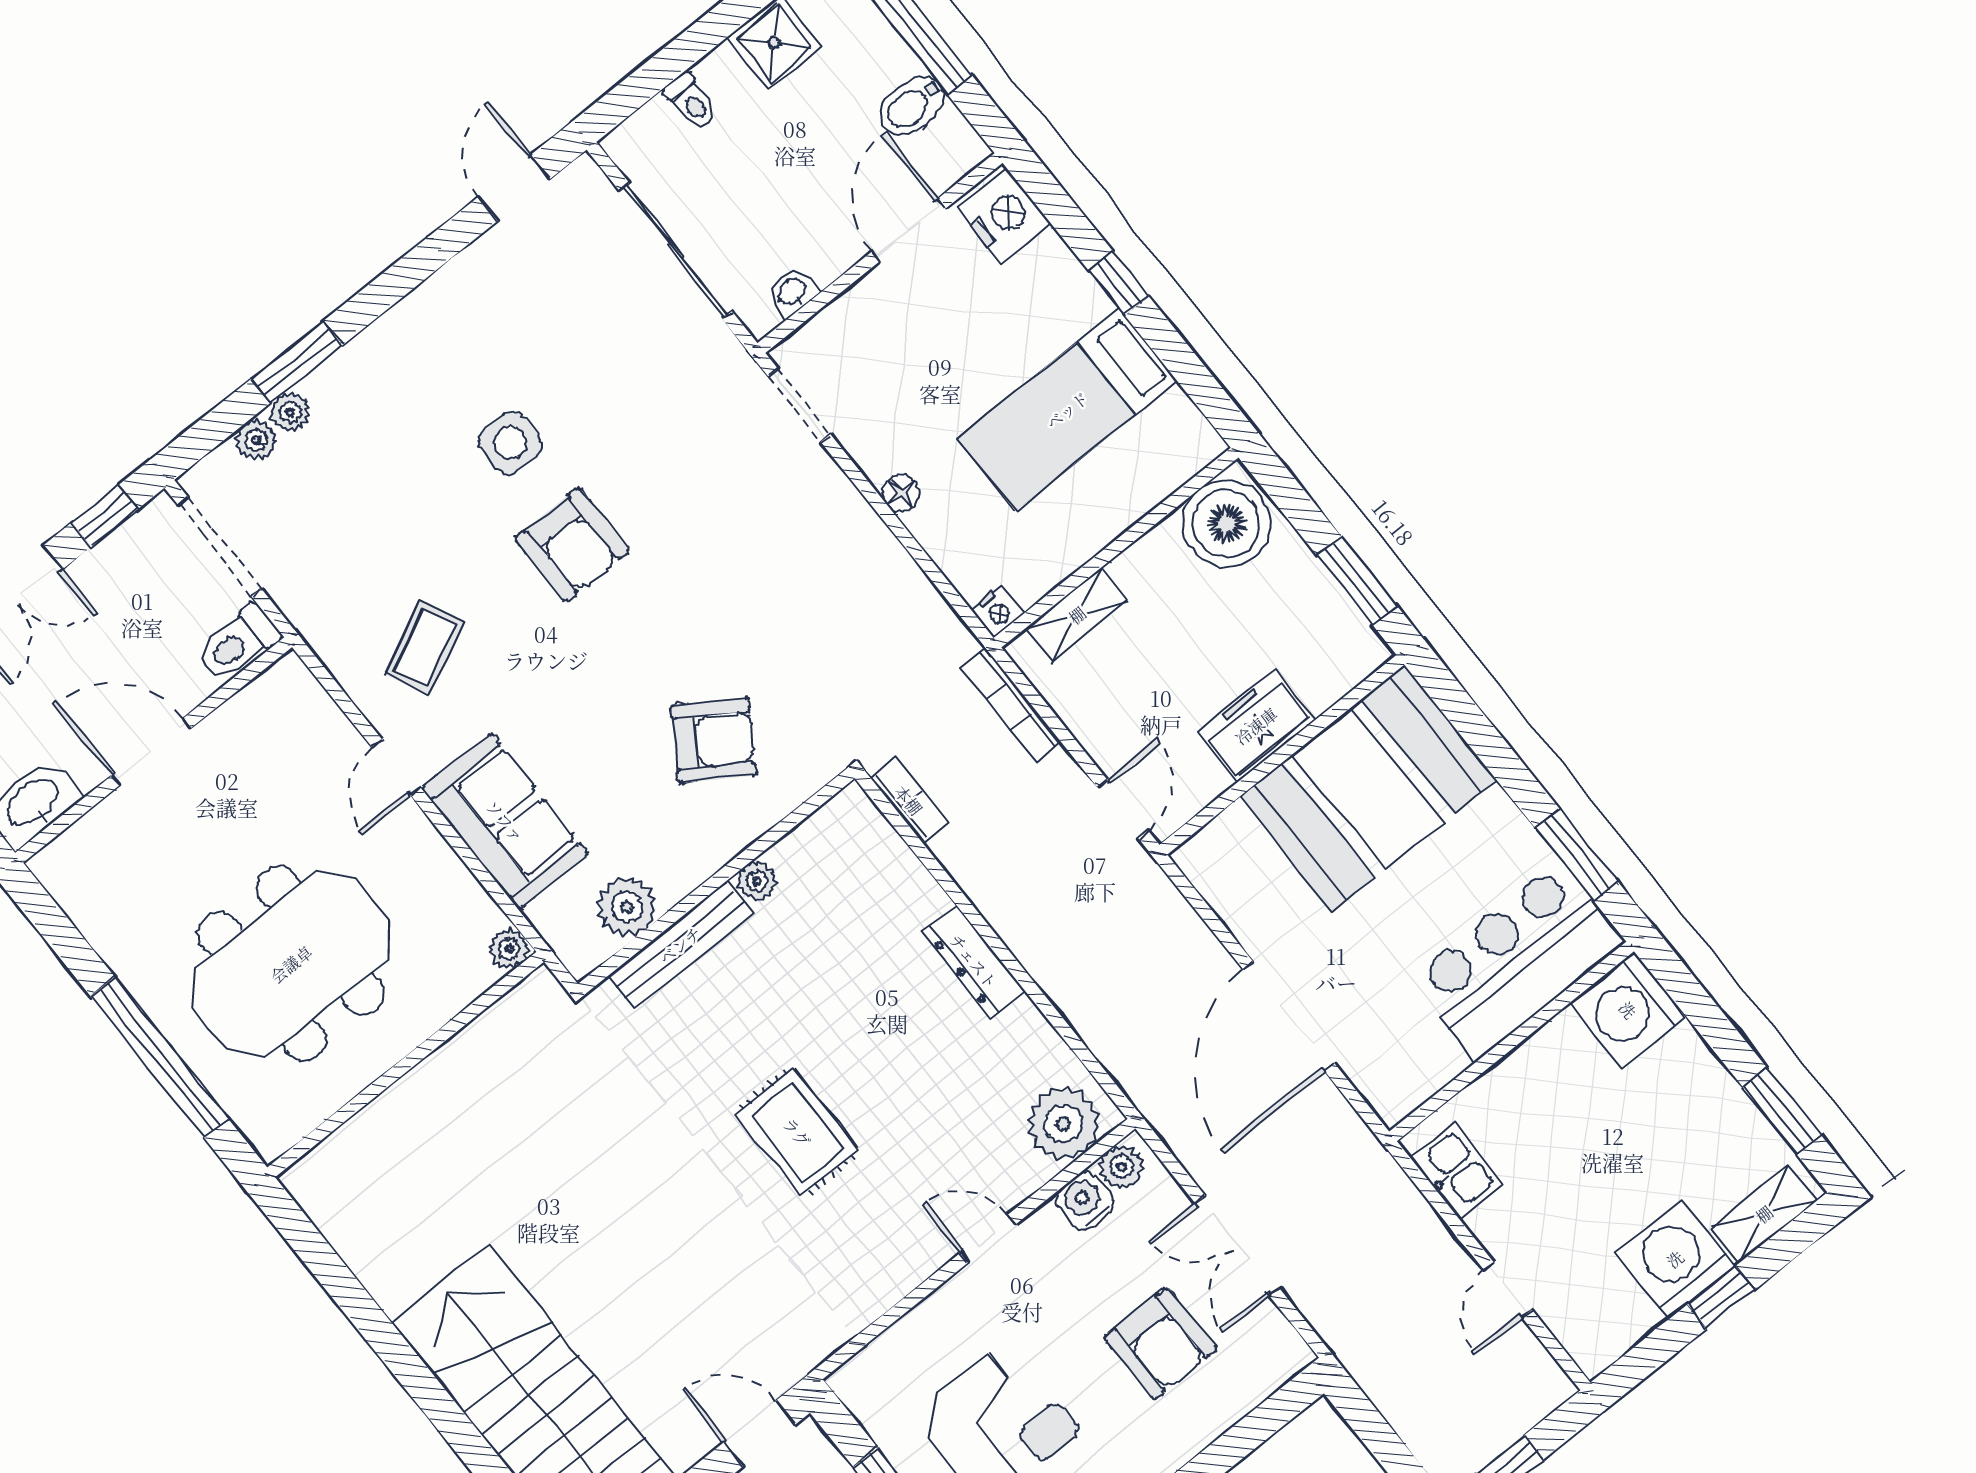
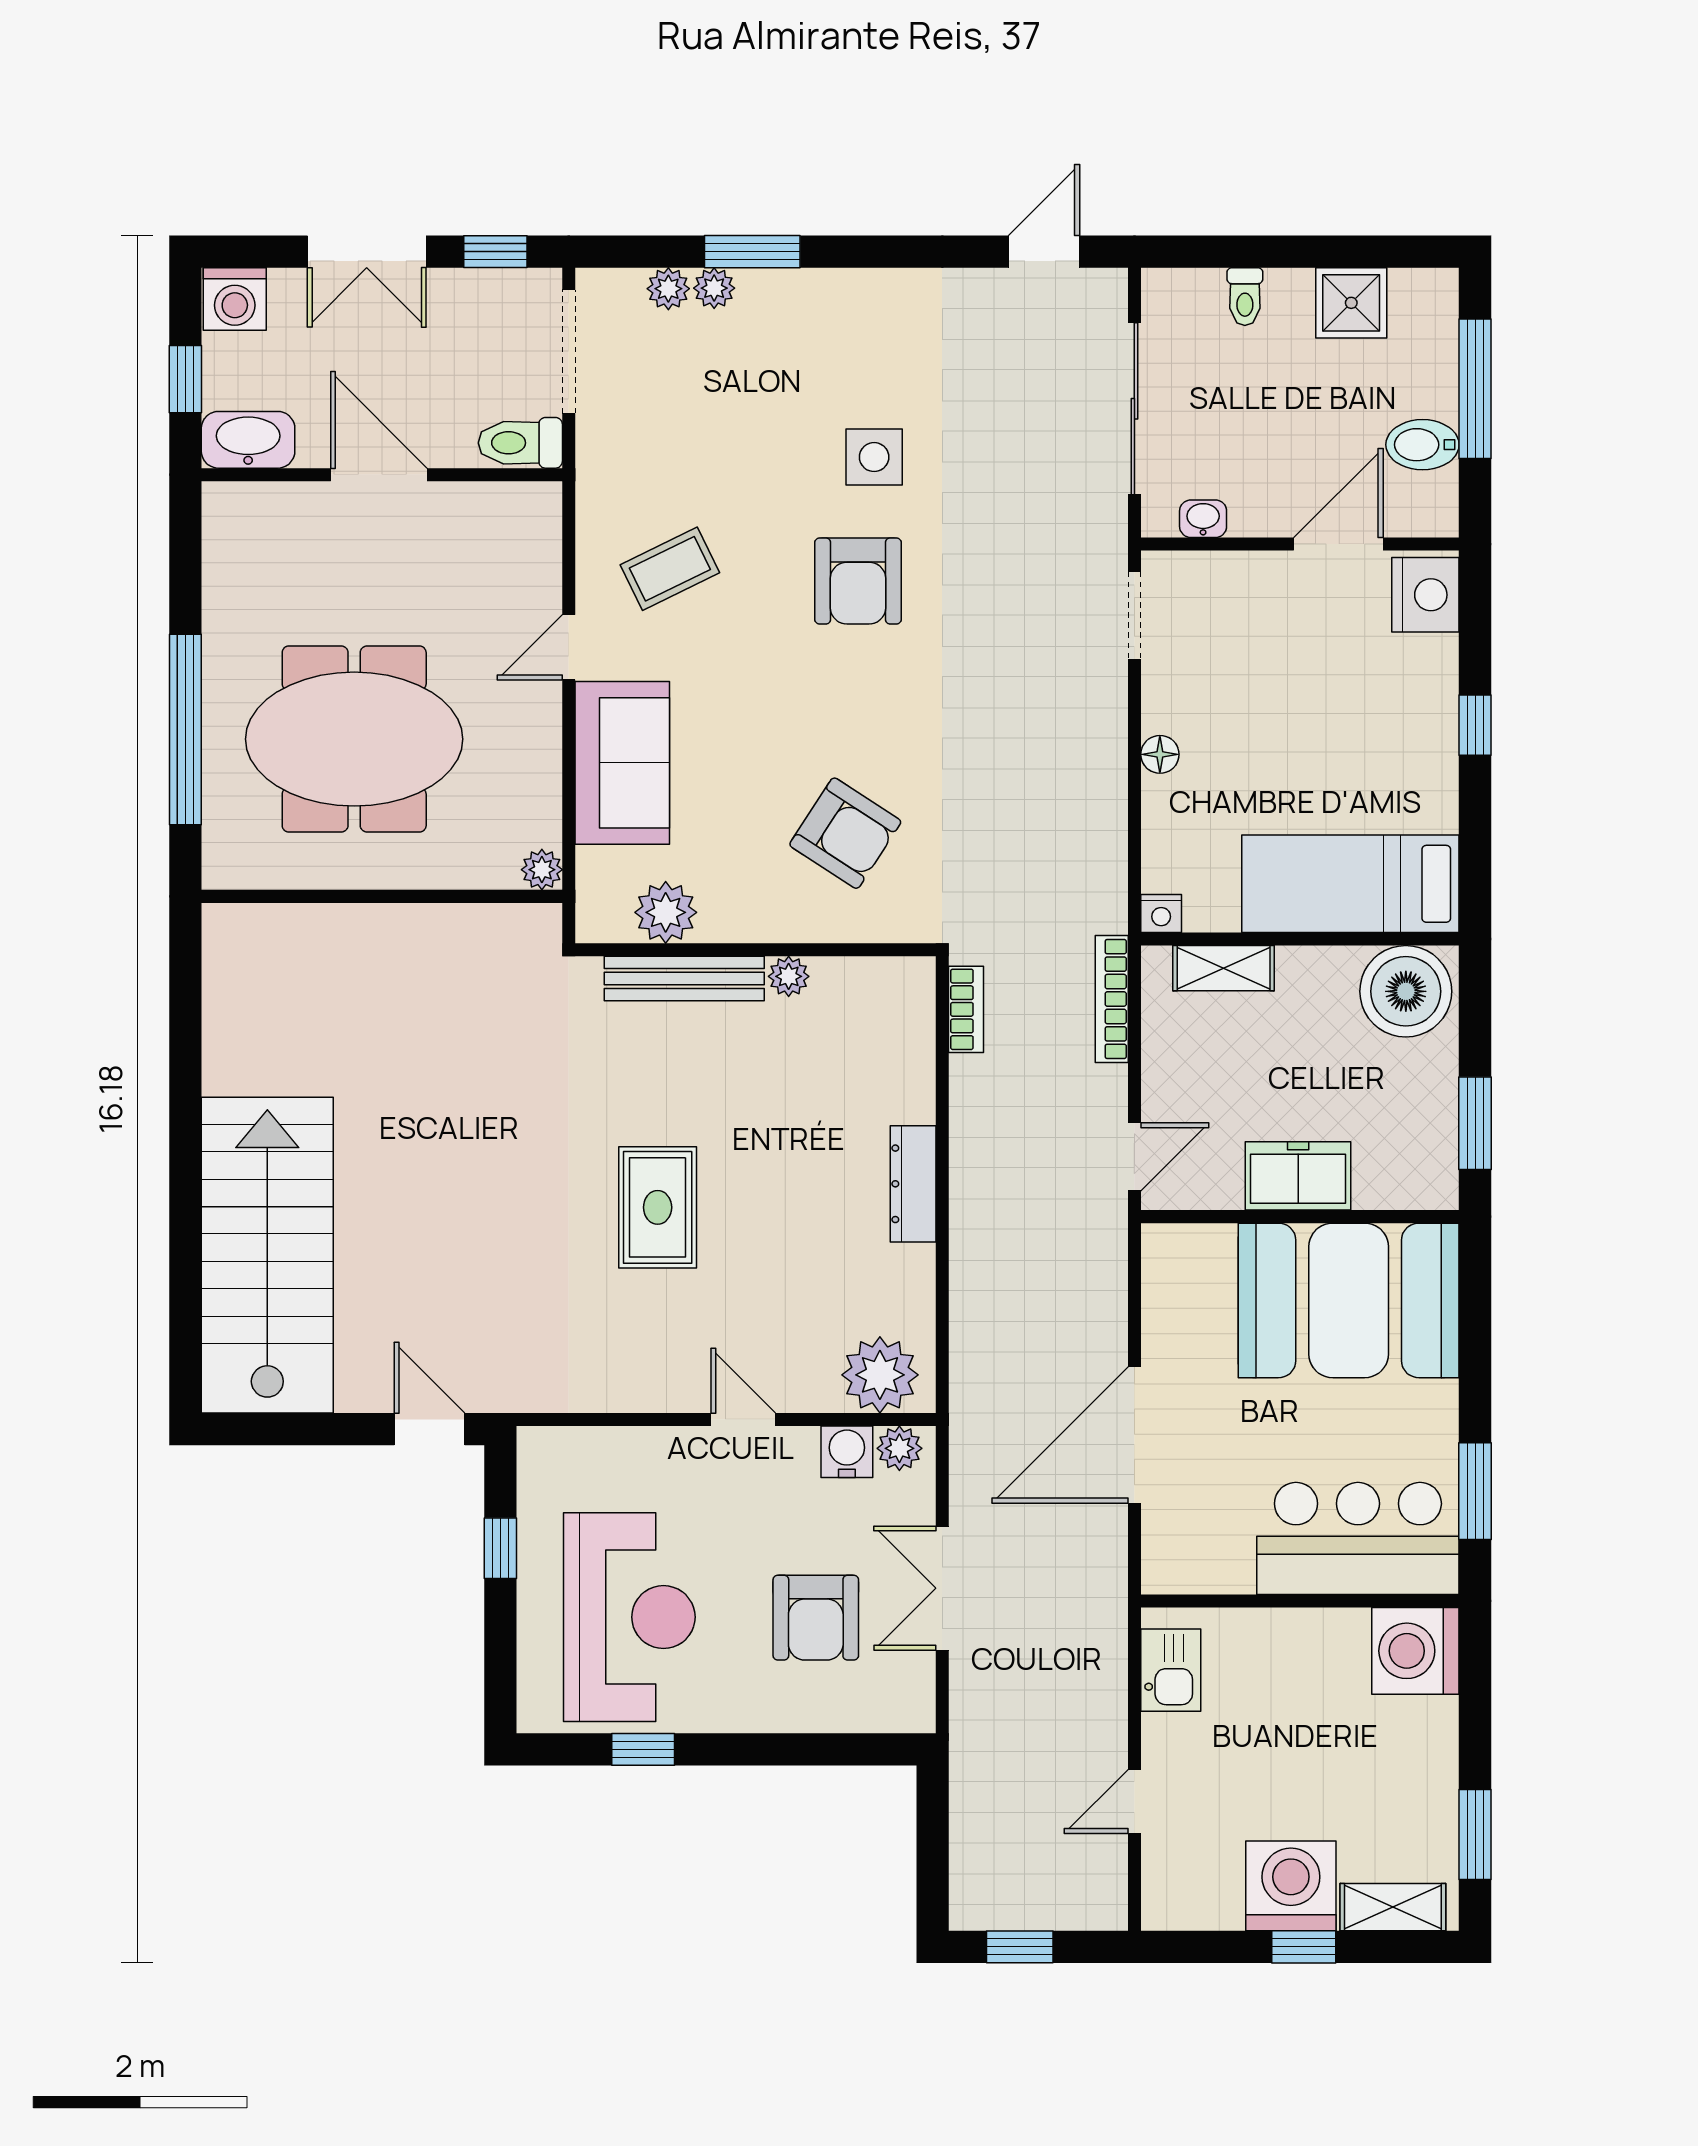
bed: (1067, 410) -> (1350, 884), moved

